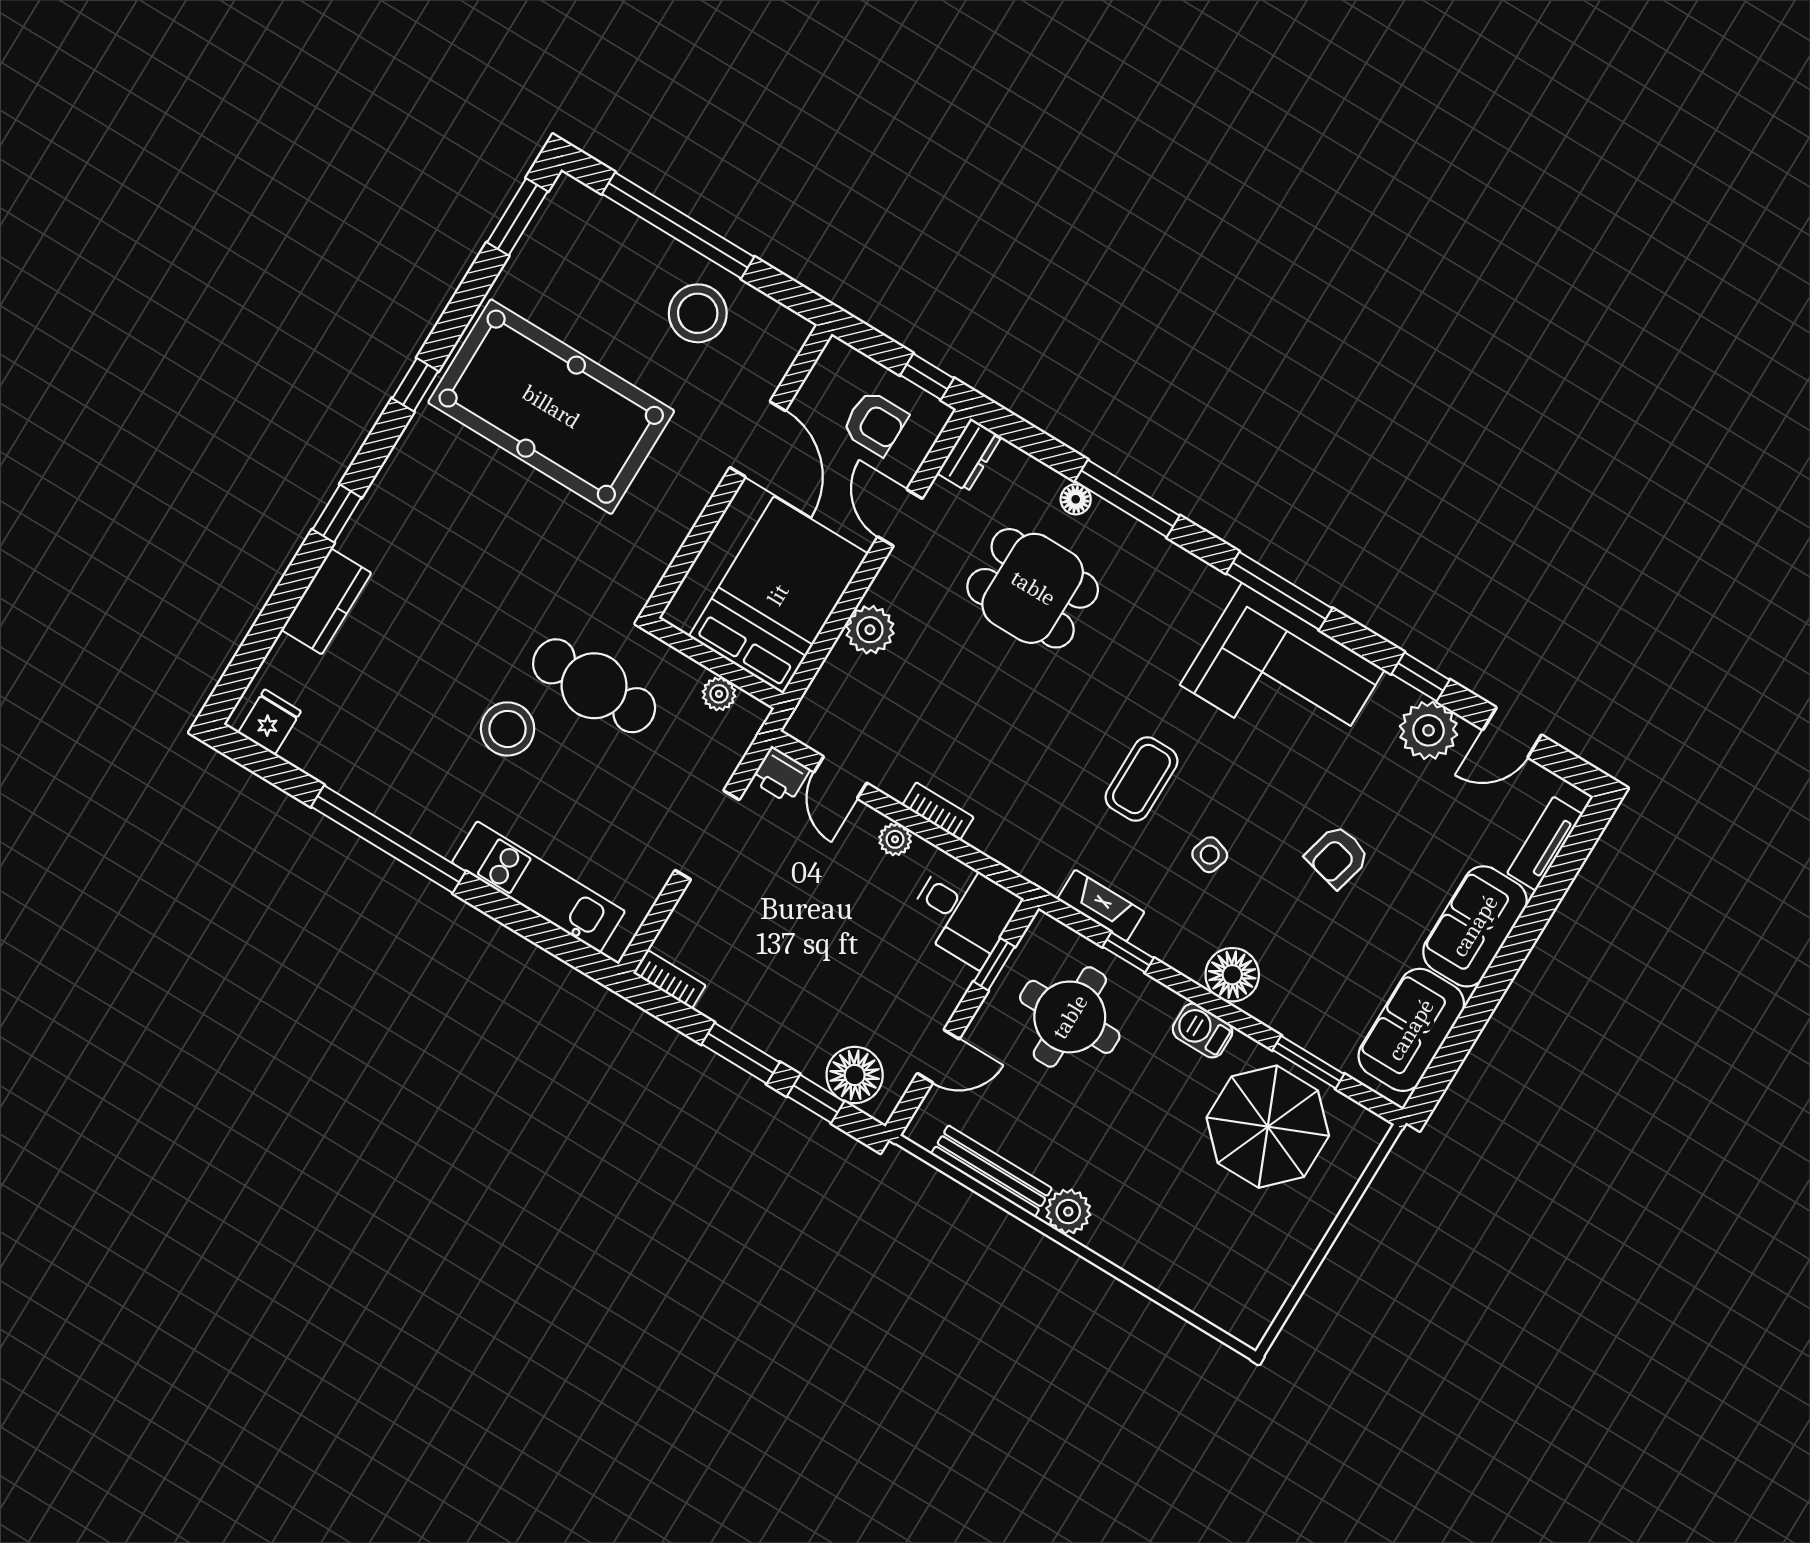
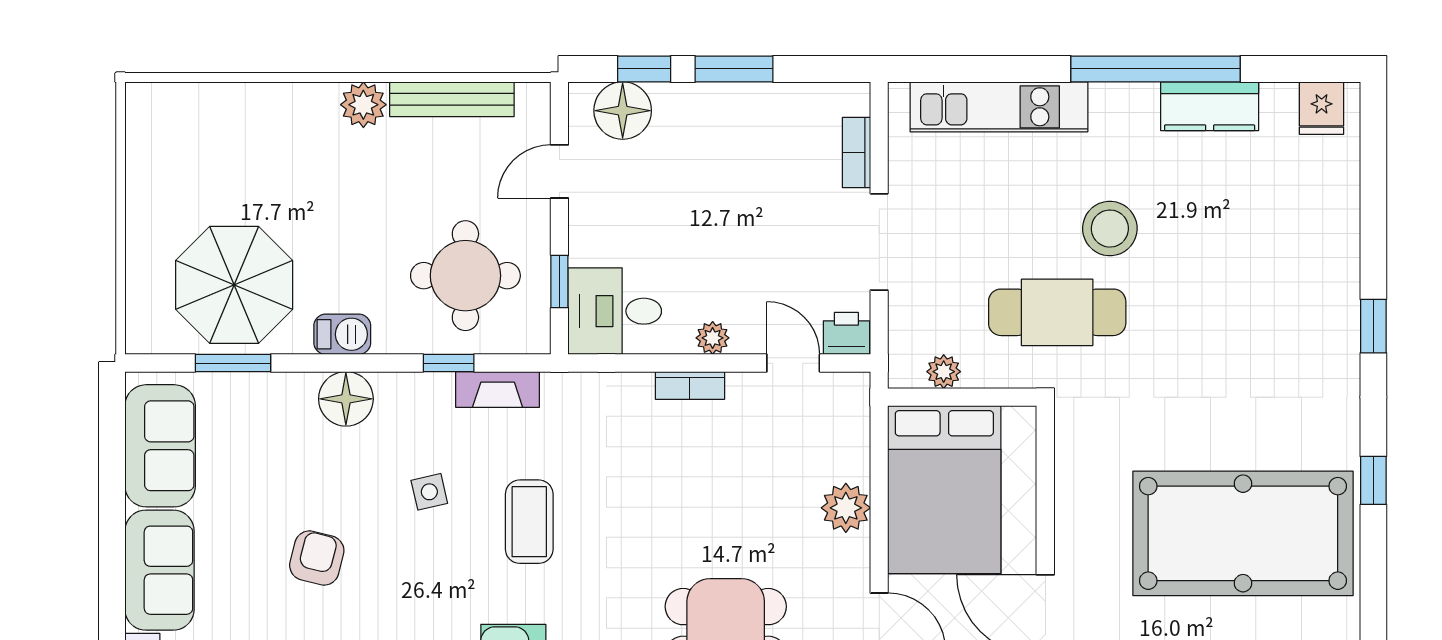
kitchen counter: (326, 601) -> (1210, 106), moved, turned -90
side table: (1210, 855) -> (429, 492), turned -31
bookcase: (669, 979) -> (856, 152), moved, turned 90

